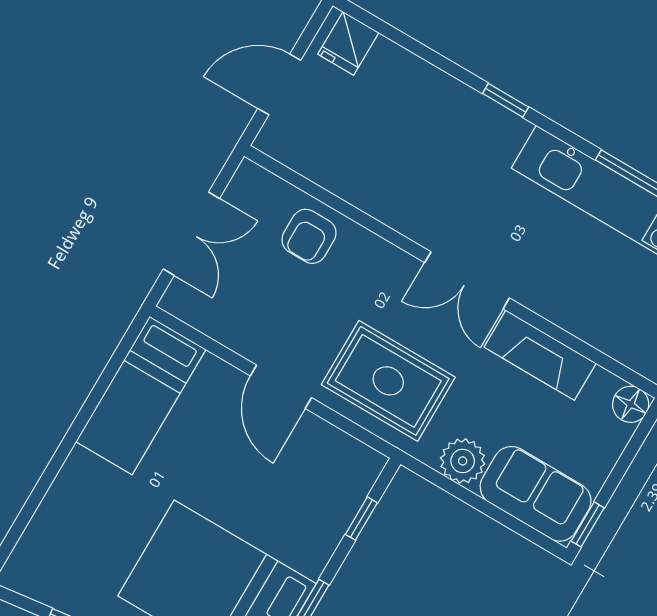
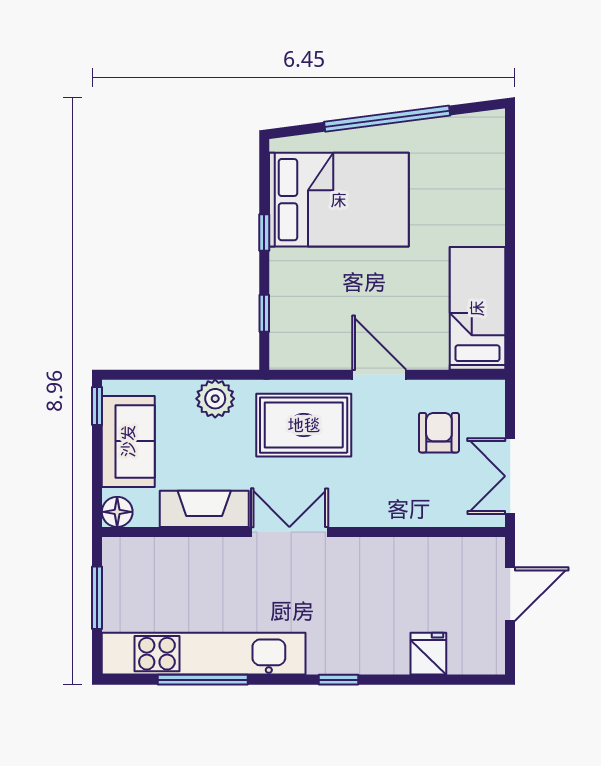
fridge: (348, 43) -> (428, 654), moved
double door: (191, 234) -> (510, 476), moved
armchair: (309, 236) -> (439, 433), moved
sofa: (536, 494) -> (128, 441), moved, turned -90

